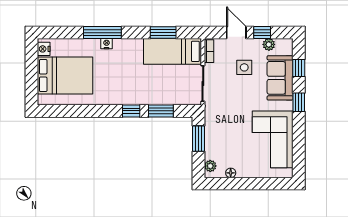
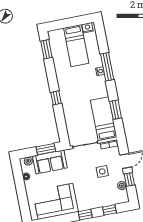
bed: (65, 76) -> (76, 46), width x0.67
sofa: (280, 78) -> (50, 162), moved, turned 180
window: (161, 111) -> (46, 49), moved

